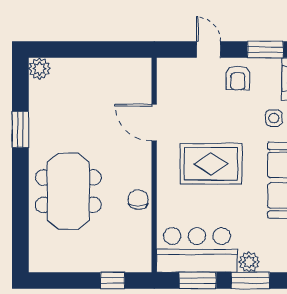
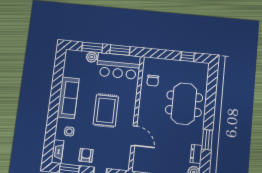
dresser: (38, 102) -> (196, 154), added
rug: (211, 164) -> (106, 110), turned 90
chair: (138, 200) -> (153, 81), moved
window: (112, 280) -> (188, 57), moved

